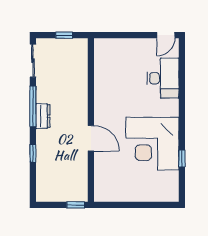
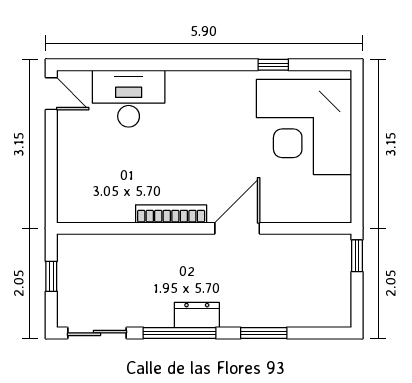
bookcase: (99, 102) -> (171, 214), added
corner desk: (152, 144) -> (304, 127), moved, turned 90
window: (33, 153) -> (264, 333), width x1.50

